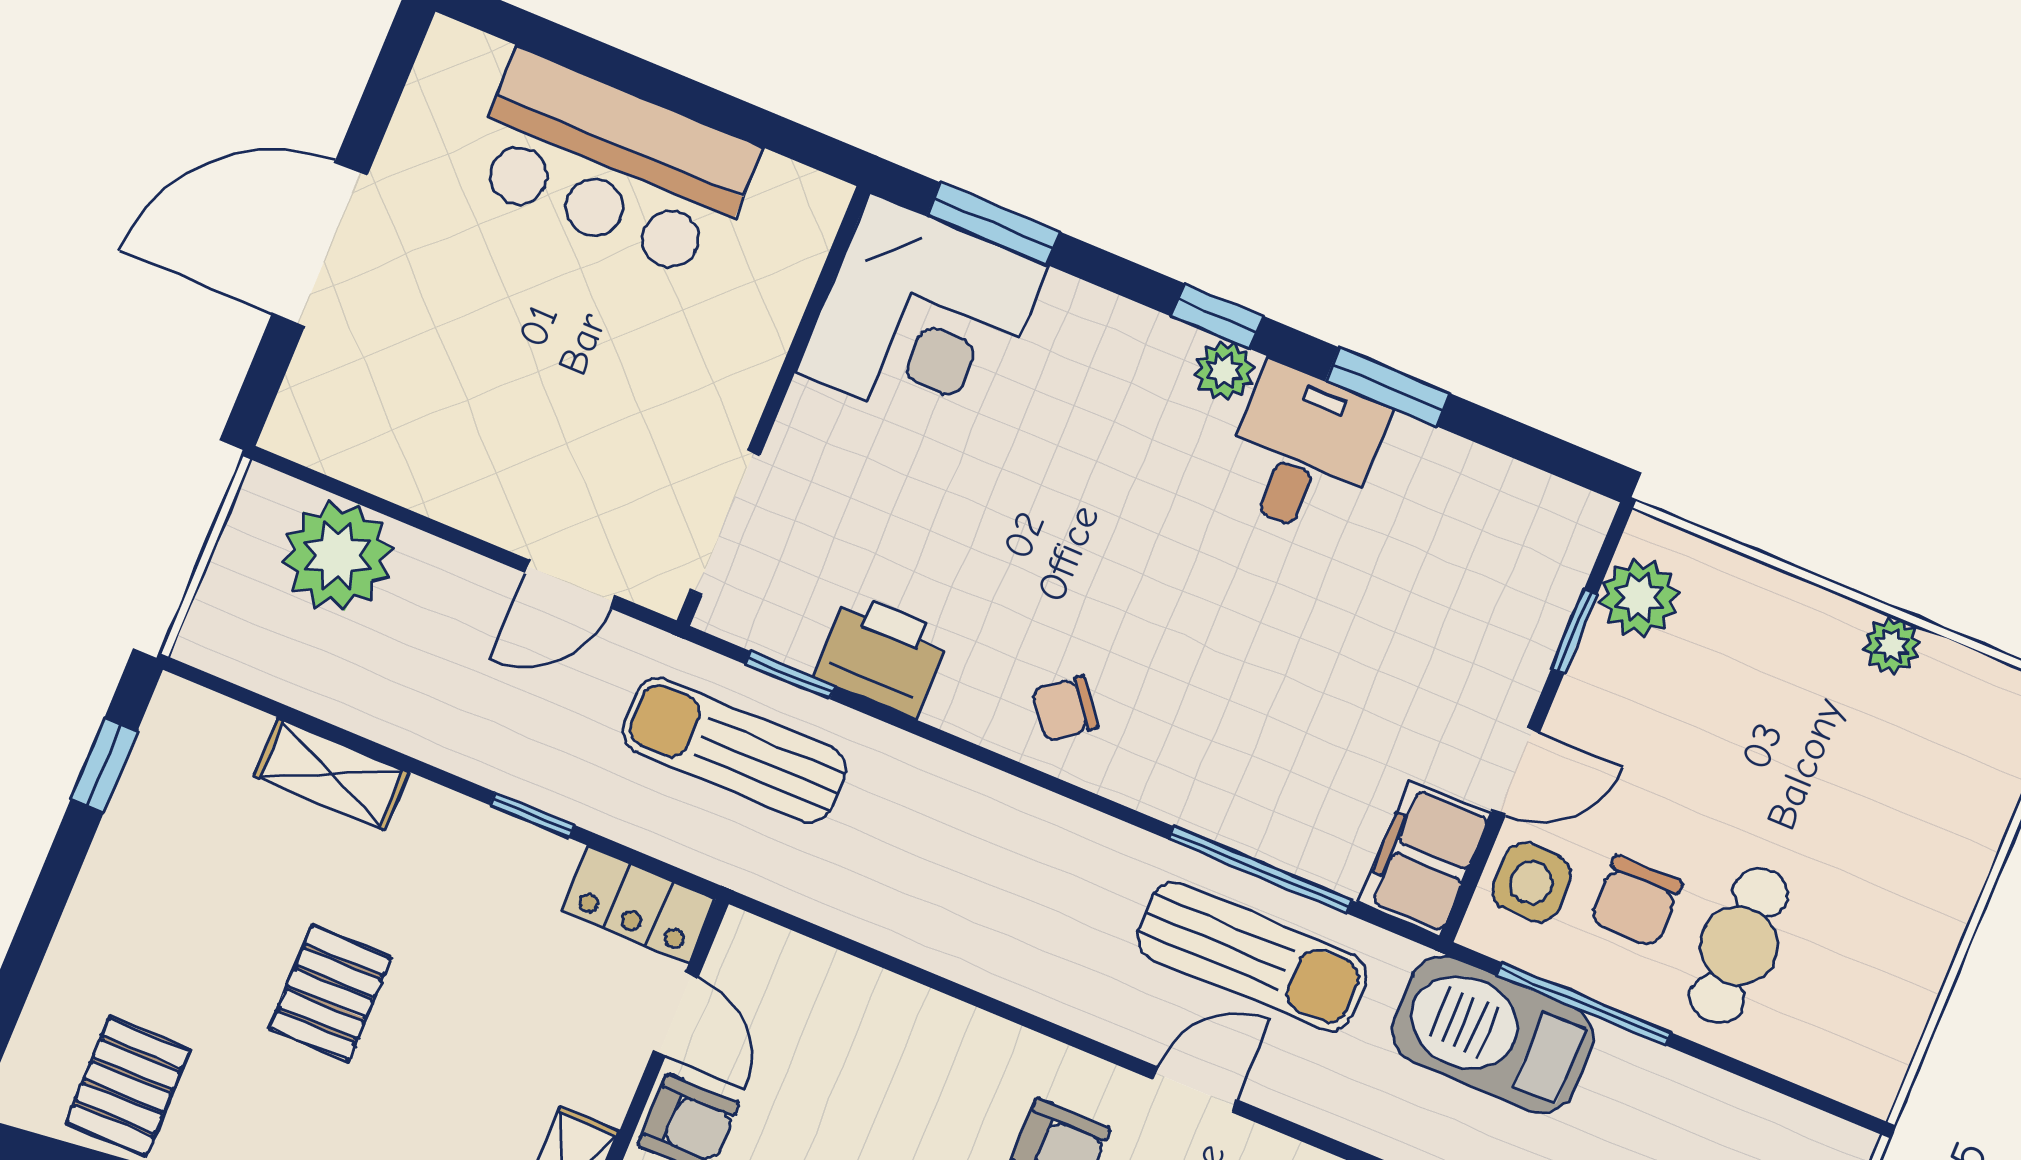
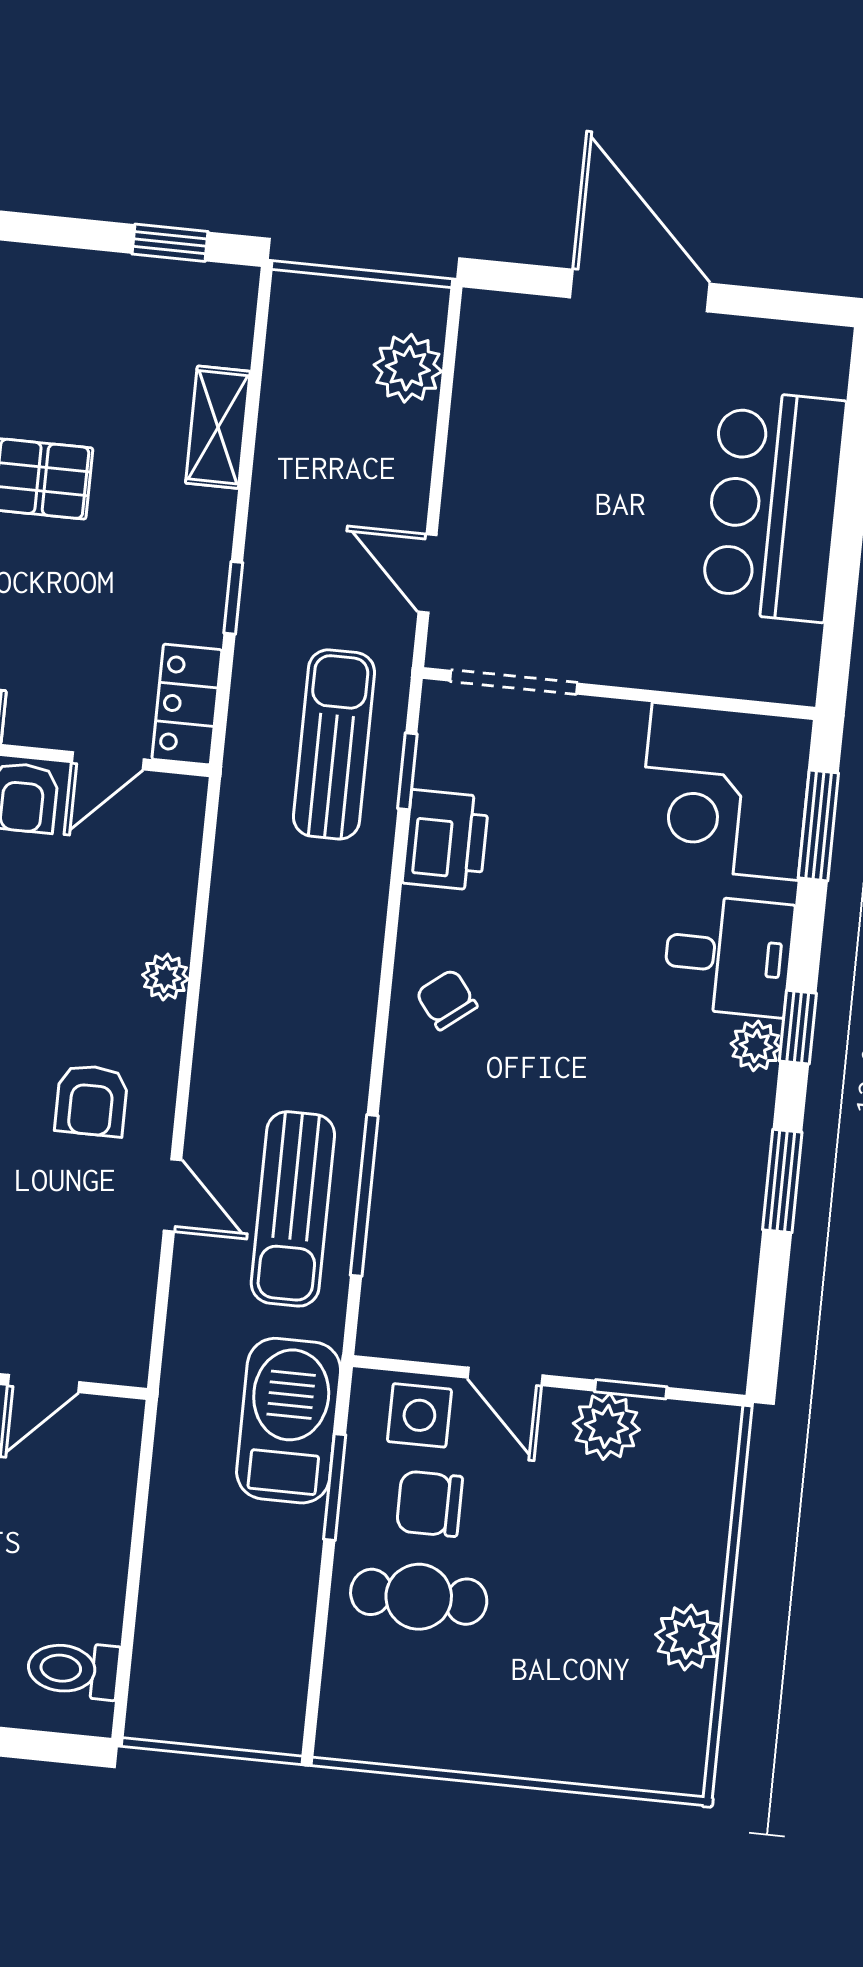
desk: (1303, 451) -> (728, 956), moved
plant: (337, 556) -> (408, 368), width x0.73, depth x0.73
plant: (1639, 598) -> (606, 1426), moved
plant: (1892, 646) -> (688, 1638), width x1.38, depth x1.38
filing cabinet: (1425, 859) -> (413, 1324), removed
window: (1584, 1004) -> (335, 1487), width x0.69
plant: (943, 1023) -> (165, 977), added

